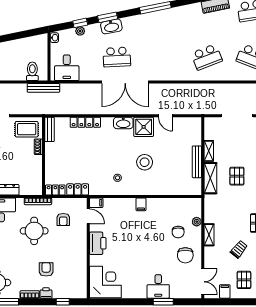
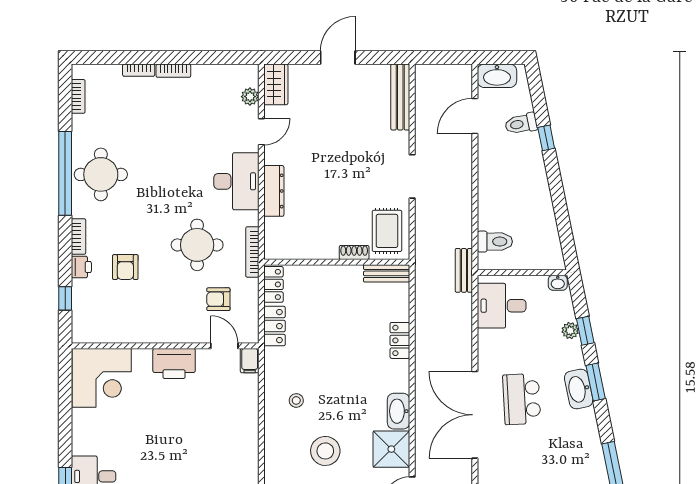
bench: (43, 88) -> (464, 270), width x0.73
locker: (85, 122) -> (400, 340), width x0.66
filing cabinet: (141, 204) -> (247, 444), removed
door: (88, 216) -> (224, 346), swing flipped
armchair: (46, 269) -> (125, 267), turned 90

